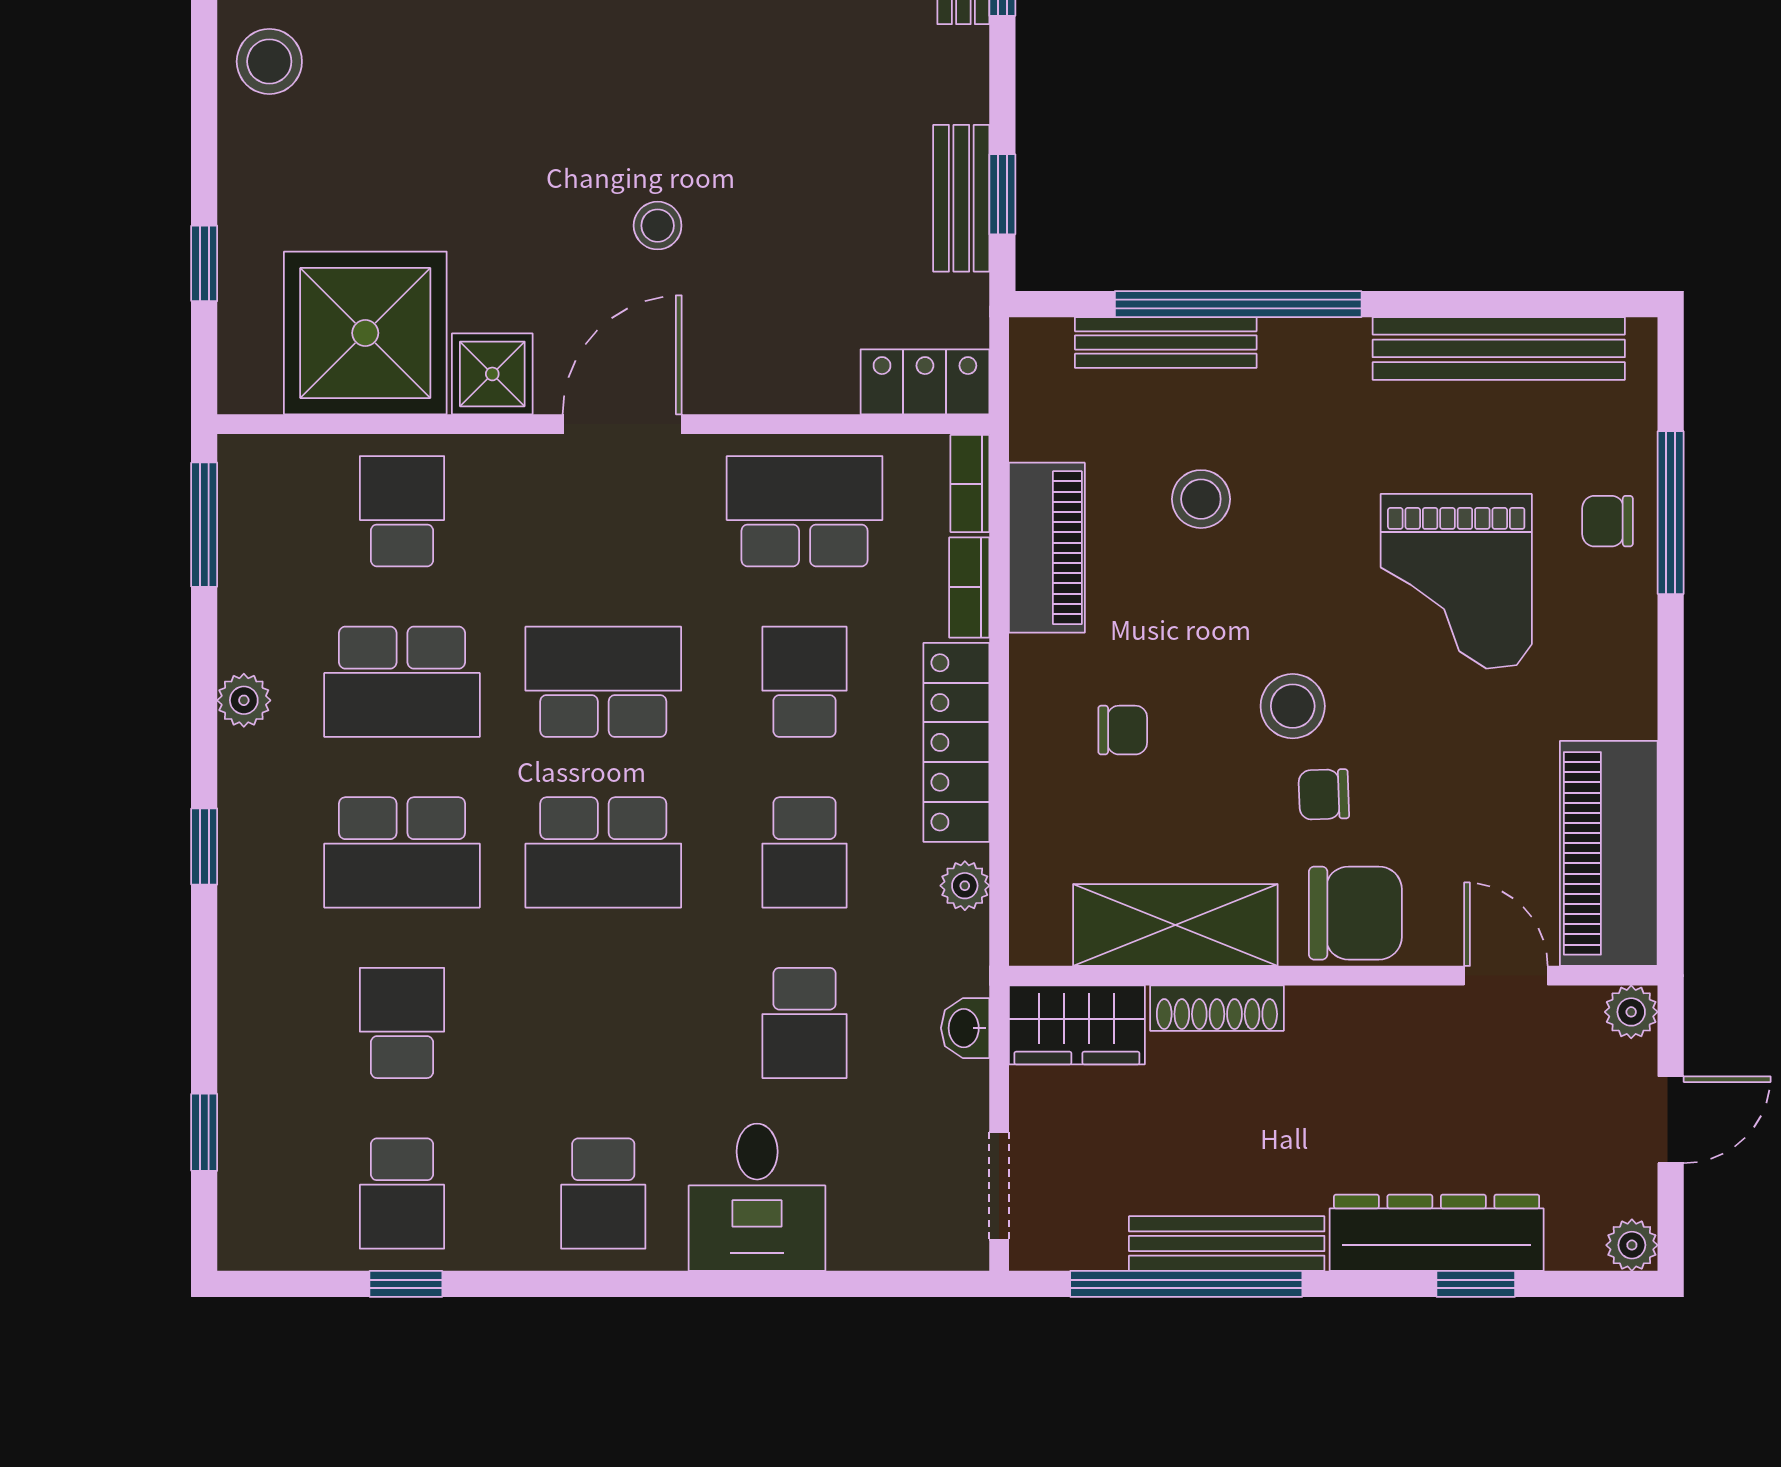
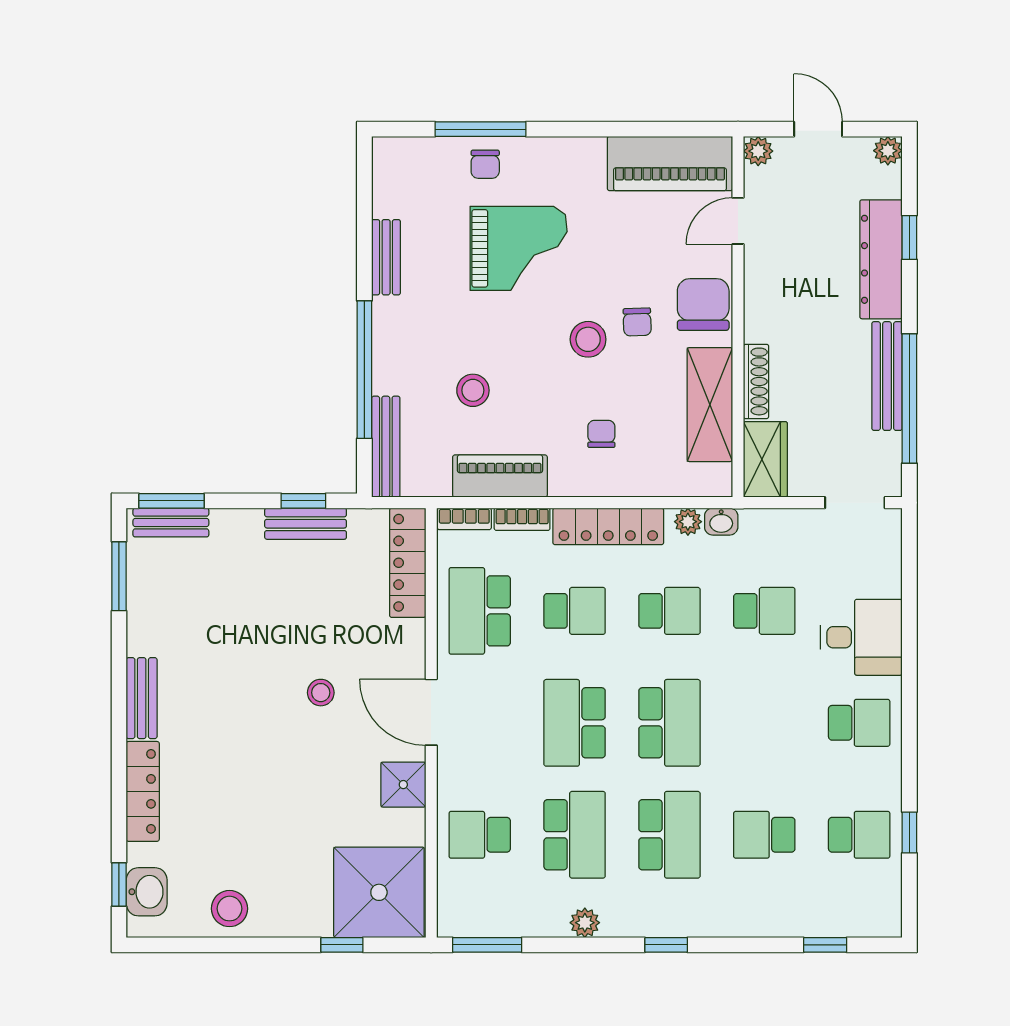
shower: (365, 333) -> (379, 892), moved
bench: (1166, 342) -> (386, 447), moved
bench: (1499, 348) -> (386, 257), width x0.54, depth x0.82
locker: (925, 382) -> (408, 563), width x1.53
school desk: (805, 682) -> (575, 611), turned 180
washbasin: (965, 1028) -> (721, 522), moved

